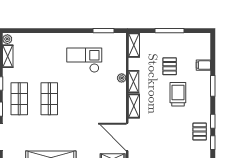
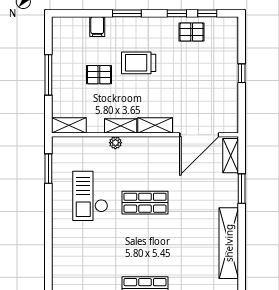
shop shelf: (49, 99) -> (145, 203), moved

